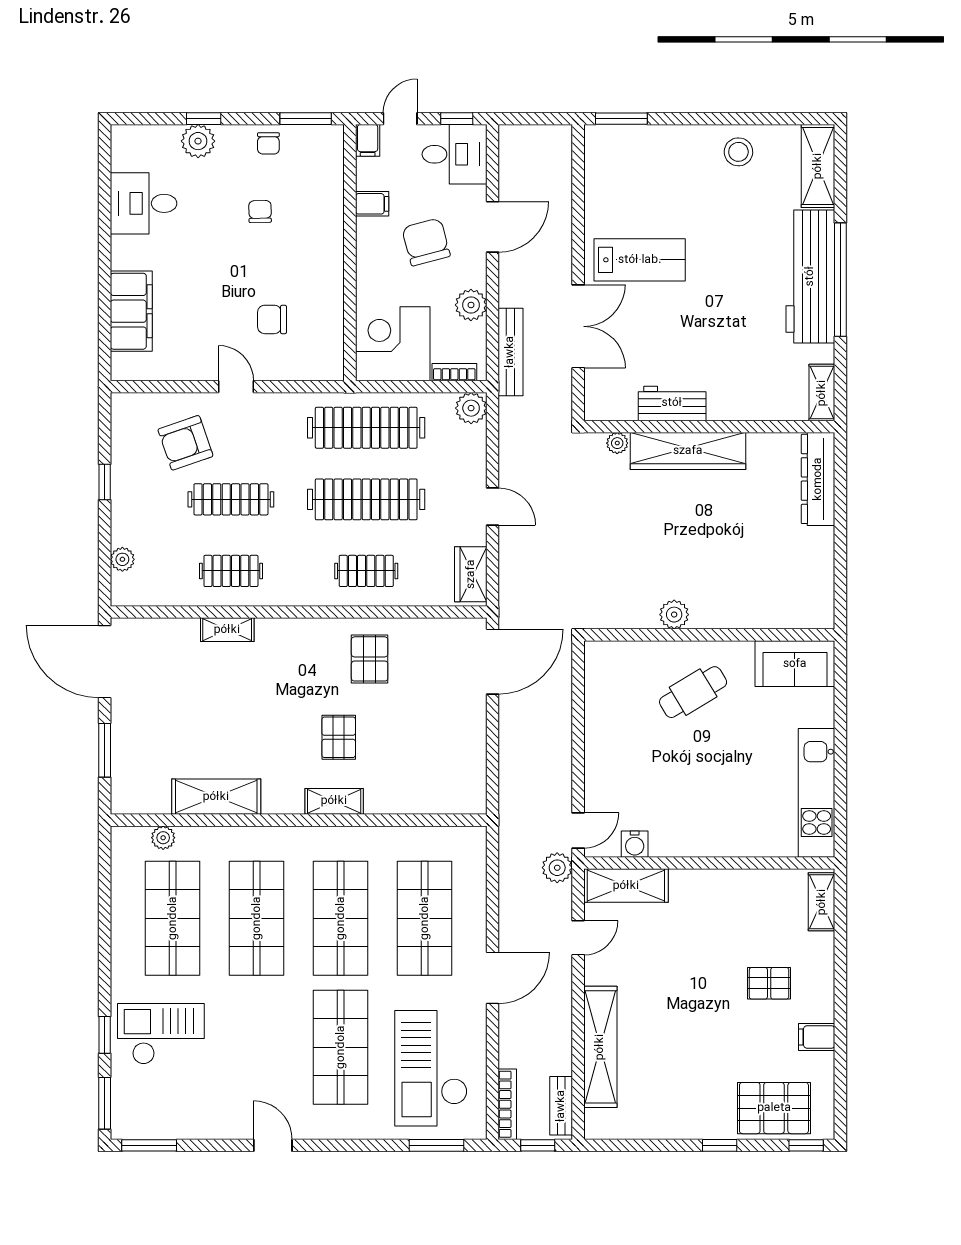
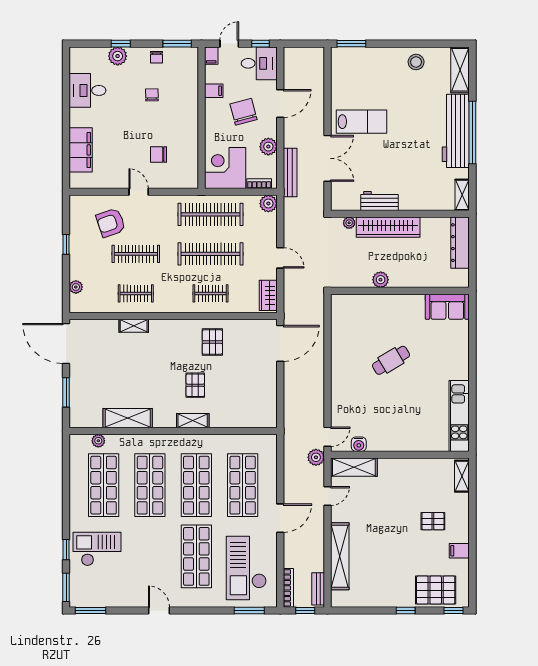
plant: (674, 615) -> (381, 280), moved
wall: (709, 635) -> (400, 291), moved
sofa: (795, 664) -> (447, 307), moved

